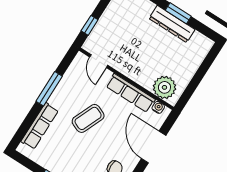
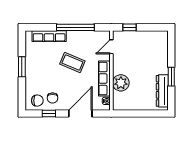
dresser: (172, 24) -> (162, 91), moved
plant: (164, 87) -> (121, 83), moved
window: (49, 89) -> (75, 27), width x1.46

